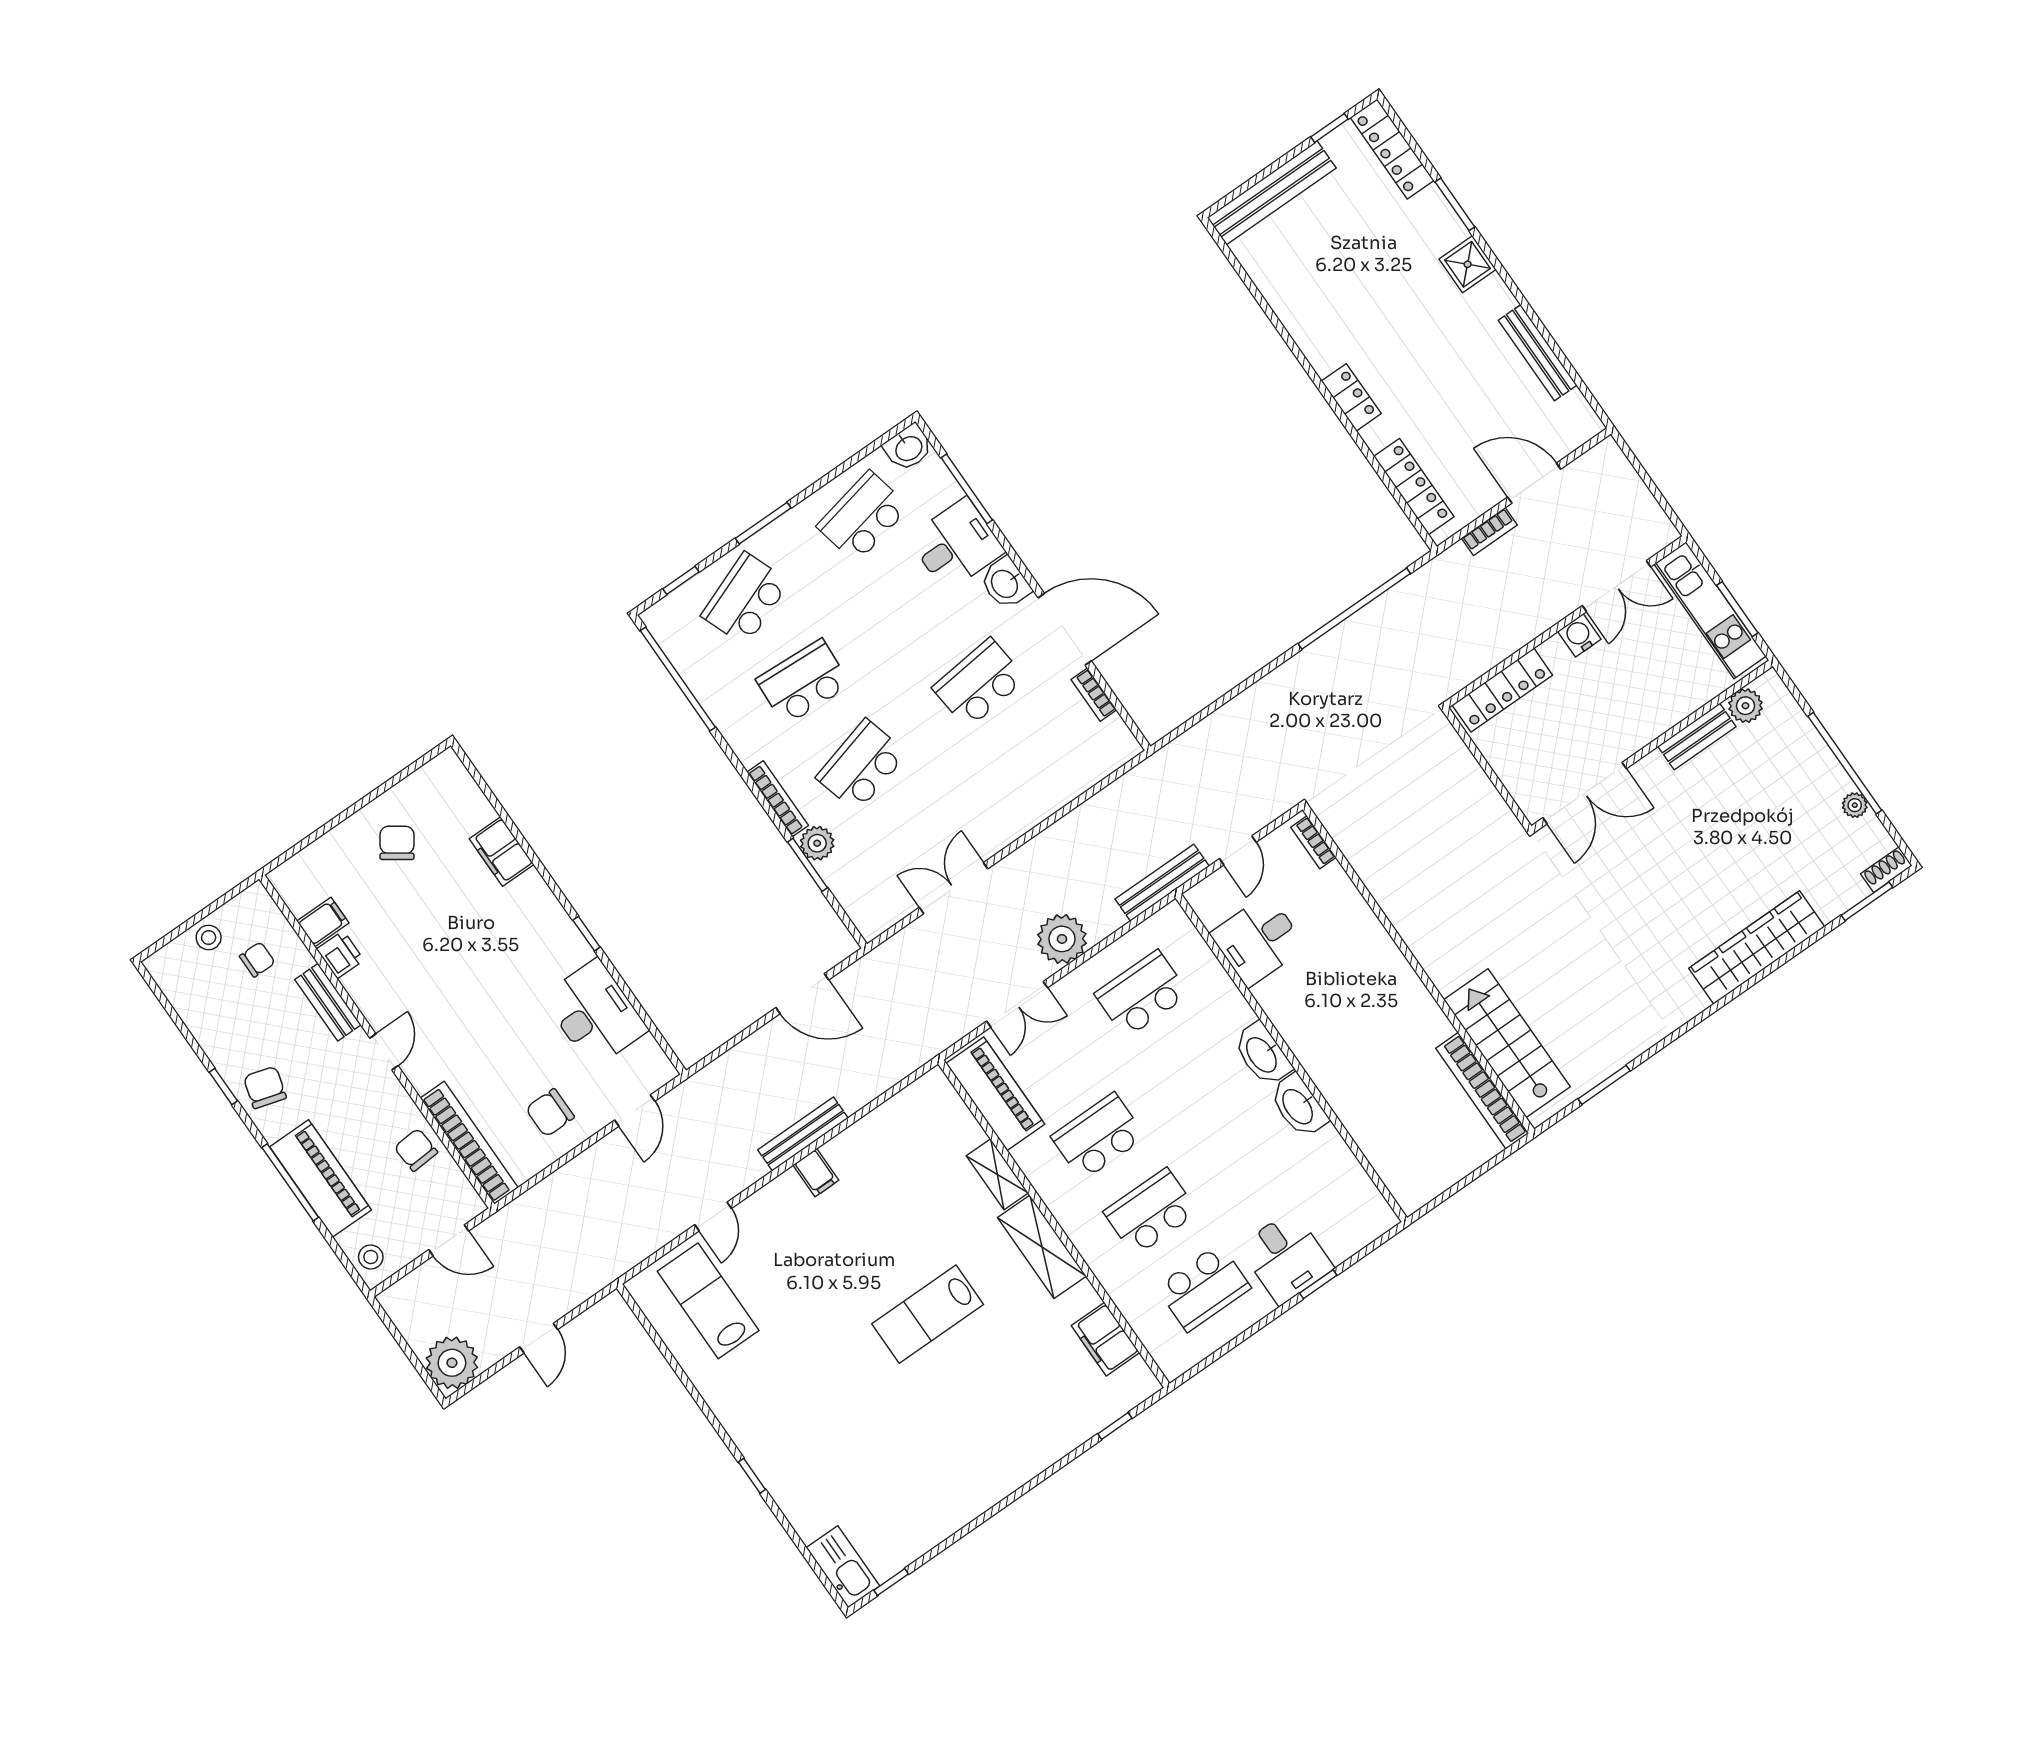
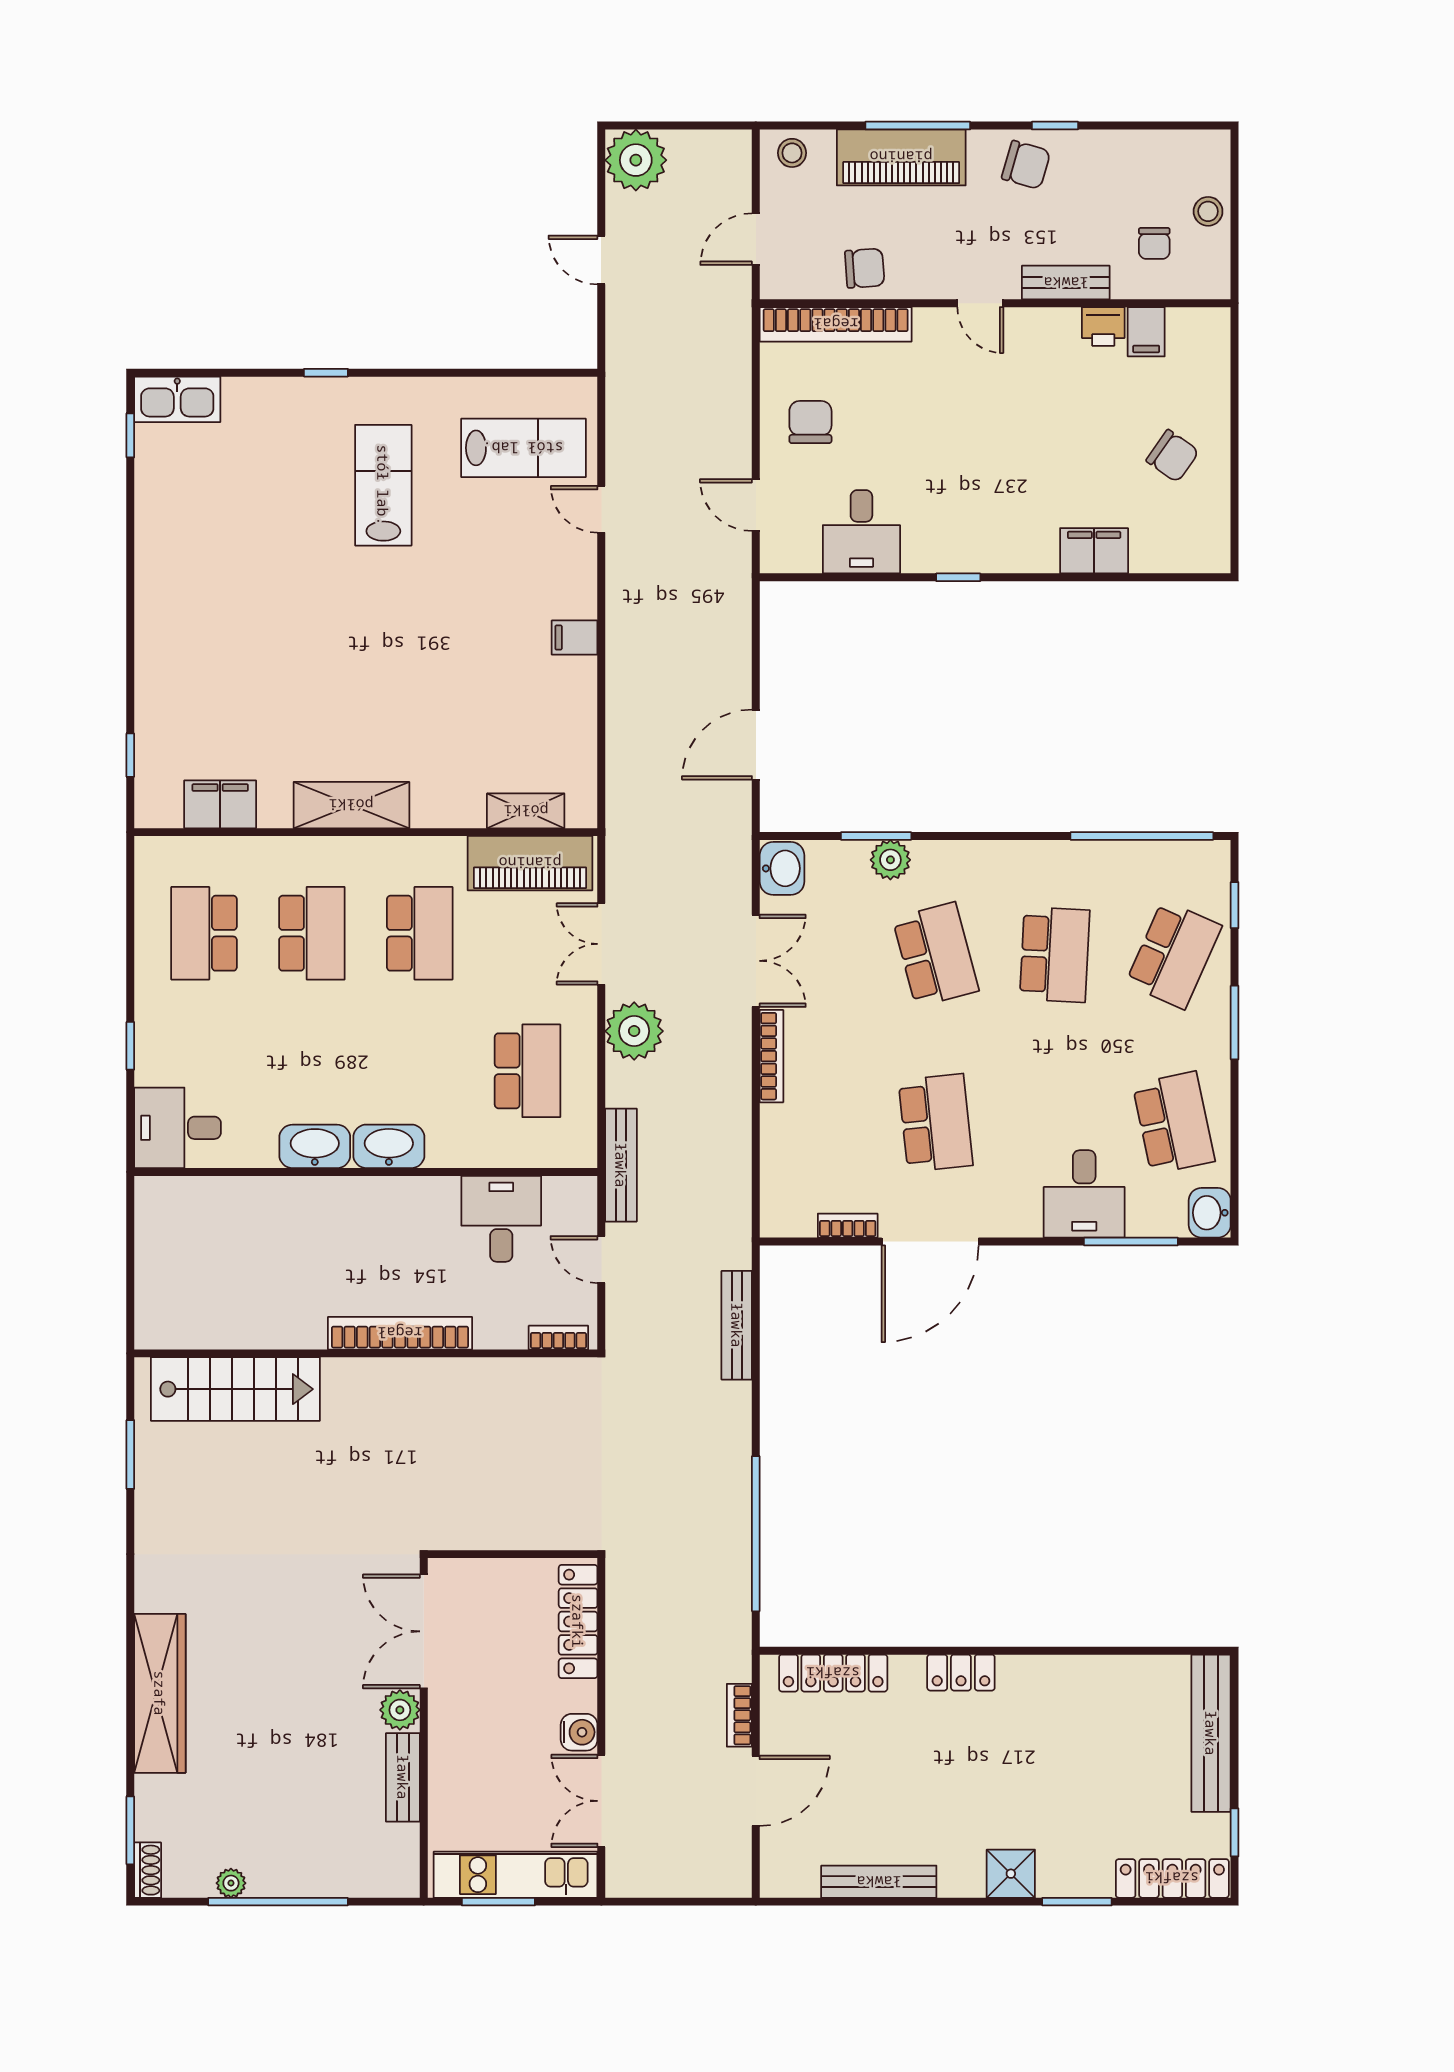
washbasin: (1005, 583) -> (782, 868), moved, turned 90
school desk: (745, 599) -> (1174, 955), turned 45
plant: (1746, 706) -> (400, 1710), moved
bookcase: (778, 799) -> (771, 1056), moved, turned -90
desk: (595, 1013) -> (861, 532), width x0.73
bookcase: (1482, 1091) -> (400, 1333), moved
bench: (803, 1134) -> (737, 1325), moved
shelving: (997, 1174) -> (526, 811), moved
desk: (1286, 1257) -> (178, 1128), moved
lab bench: (928, 1314) -> (383, 485), moved

